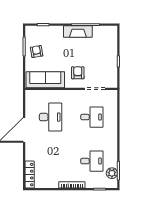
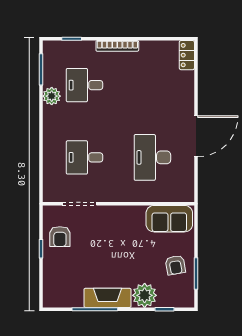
plant: (55, 33) -> (145, 295), added
armchair: (78, 73) -> (60, 237), moved
sofa: (45, 80) -> (169, 219), width x0.73
plant: (112, 173) -> (52, 96), moved
locker: (30, 175) -> (187, 55), width x0.66

